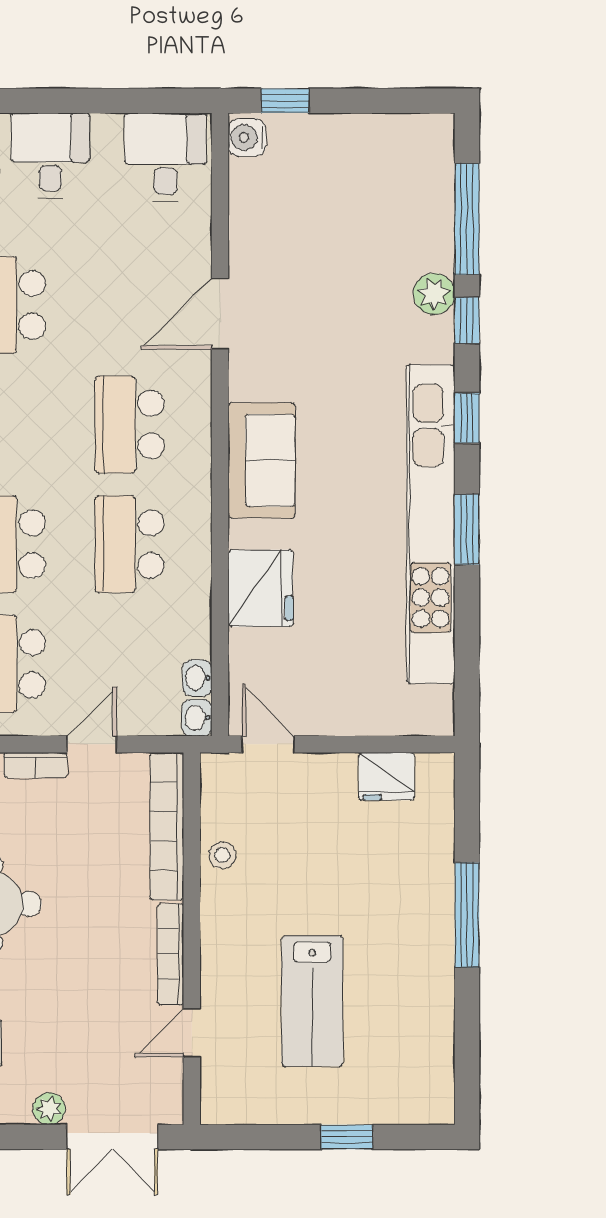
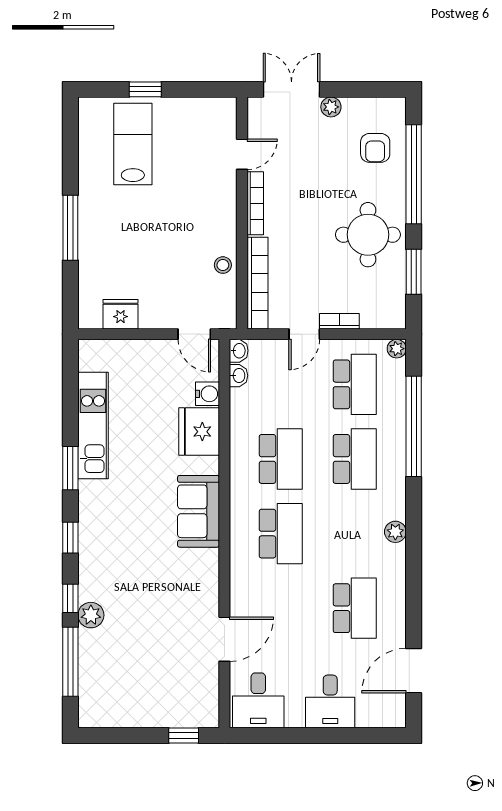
water cooler: (247, 138) -> (207, 394), moved
door: (220, 314) -> (224, 639), moved
kitchen unit: (431, 524) -> (93, 425), width x0.54
lab bench: (312, 1001) -> (133, 144), moved

